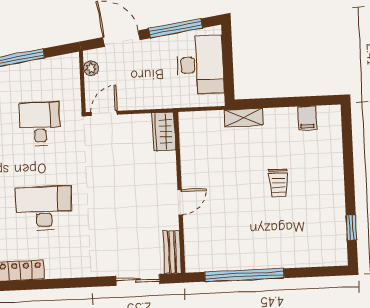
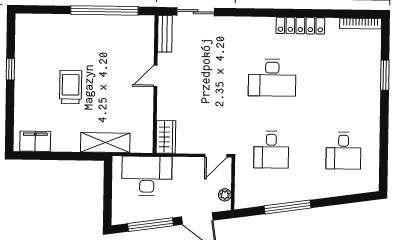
desk: (200, 65) -> (147, 176), moved, turned 90
shelving: (244, 118) -> (105, 143), width x1.50, depth x1.33
filing cabinet: (307, 118) -> (35, 141), width x2.00
trolley: (279, 183) -> (71, 87), width x1.36, depth x1.39
window: (351, 228) -> (10, 69), moved

